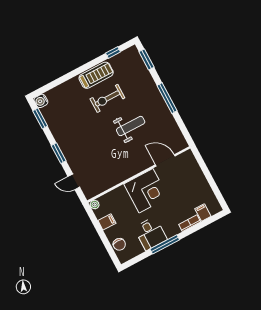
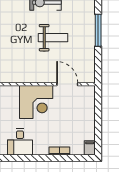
filing cabinet: (203, 213) -> (90, 148), moved
window: (165, 244) -> (27, 158), removed

